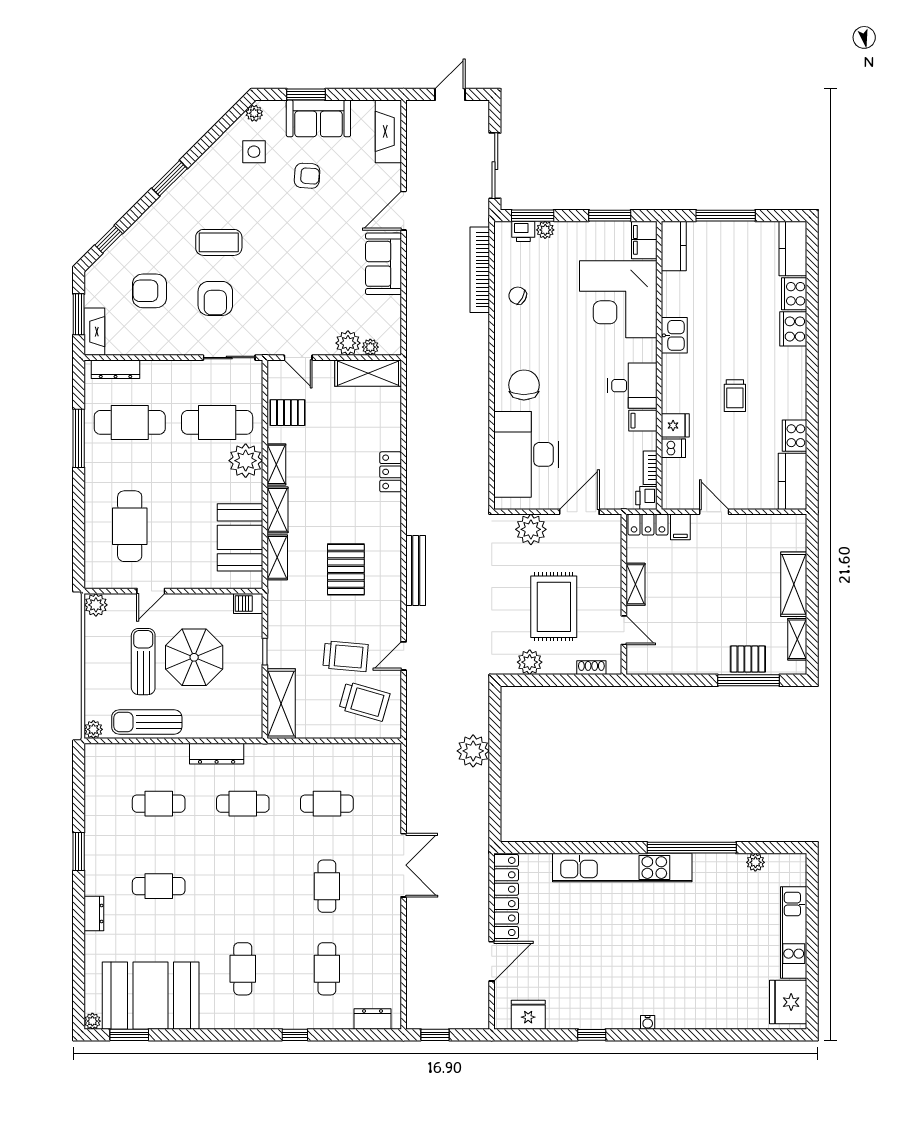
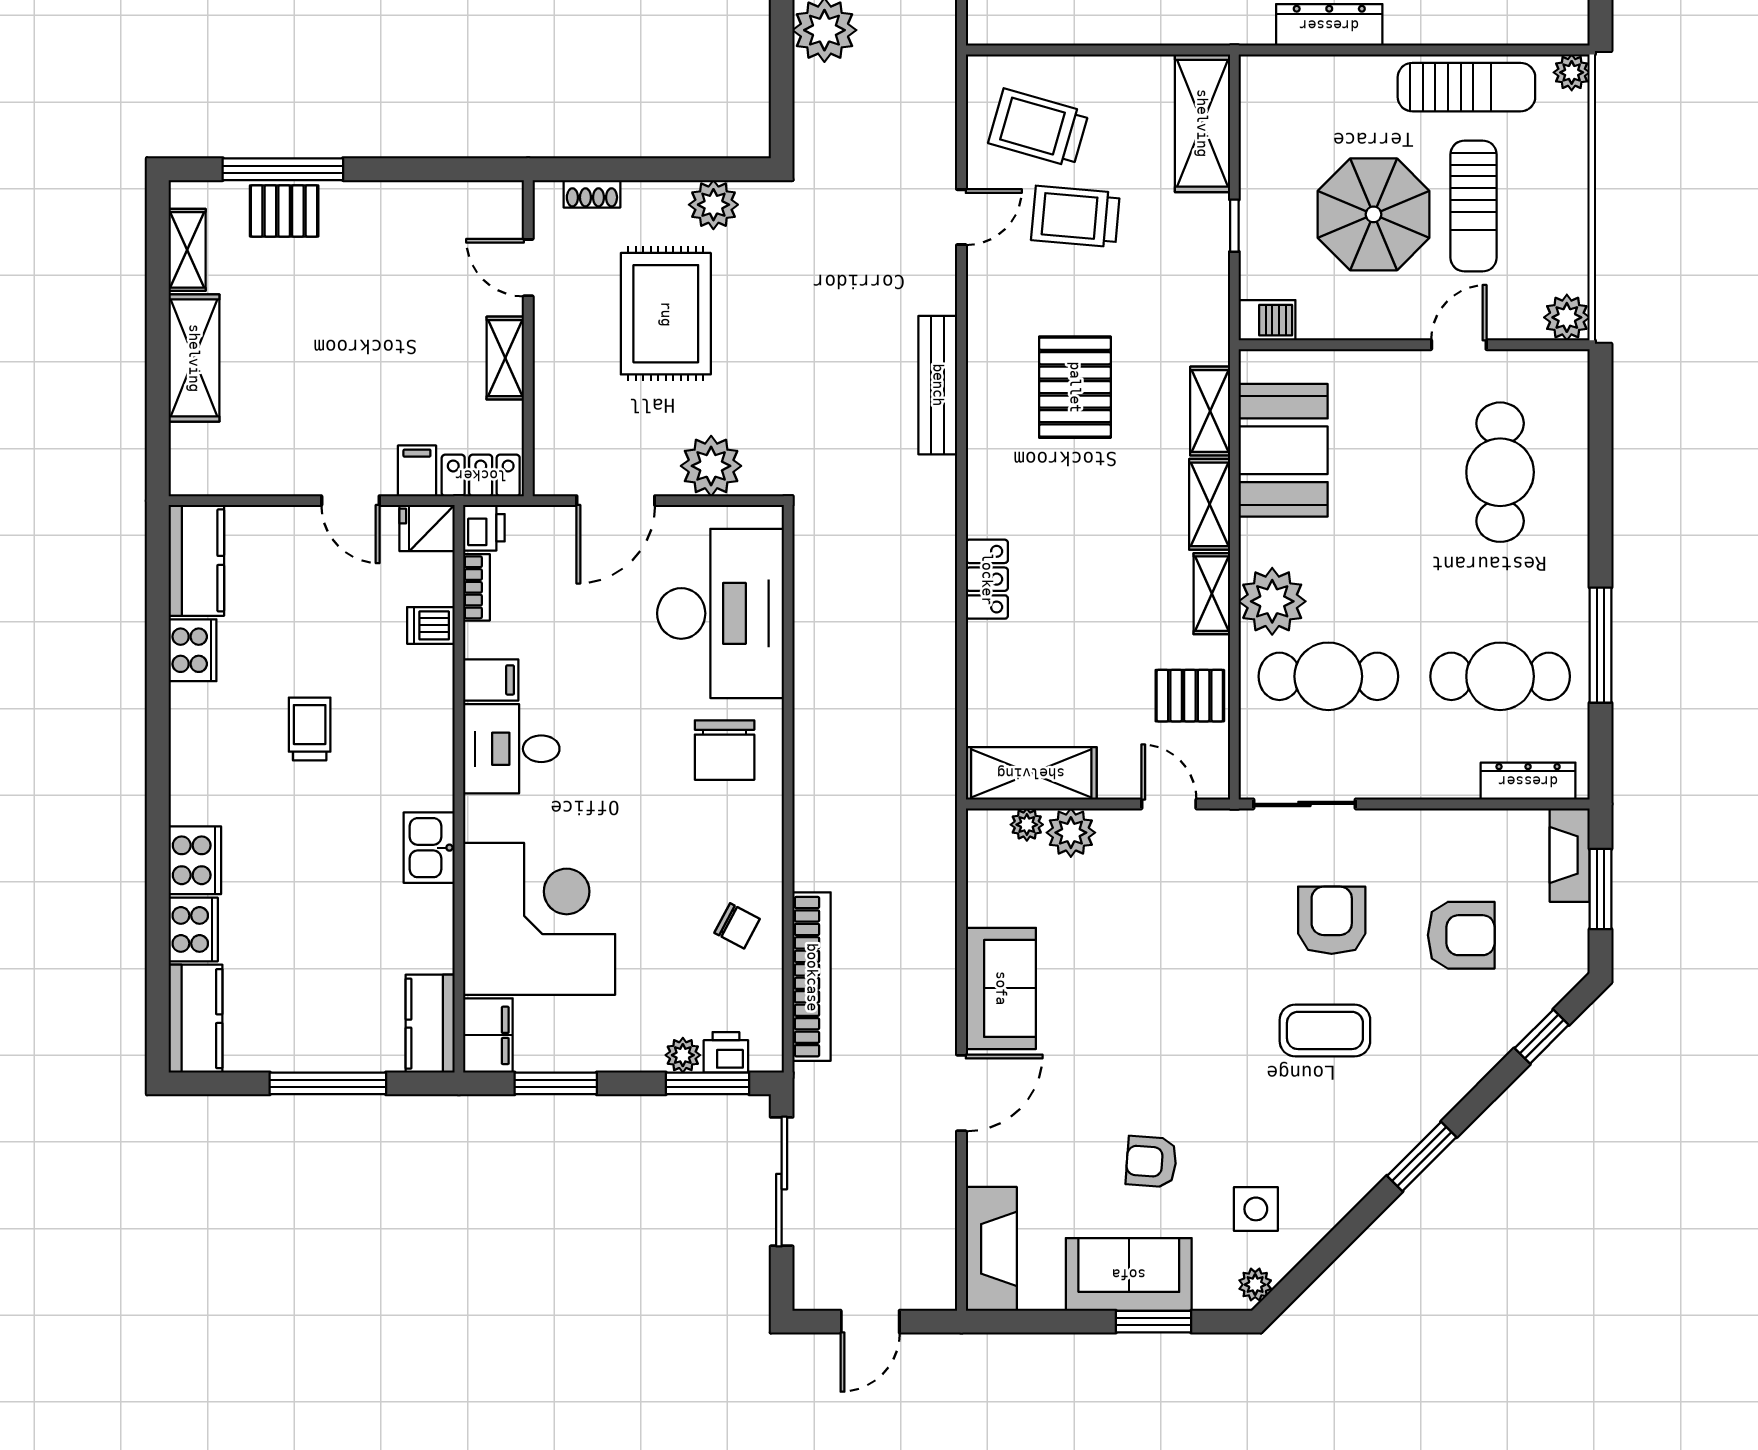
fridge: (675, 425) -> (427, 528), moved

